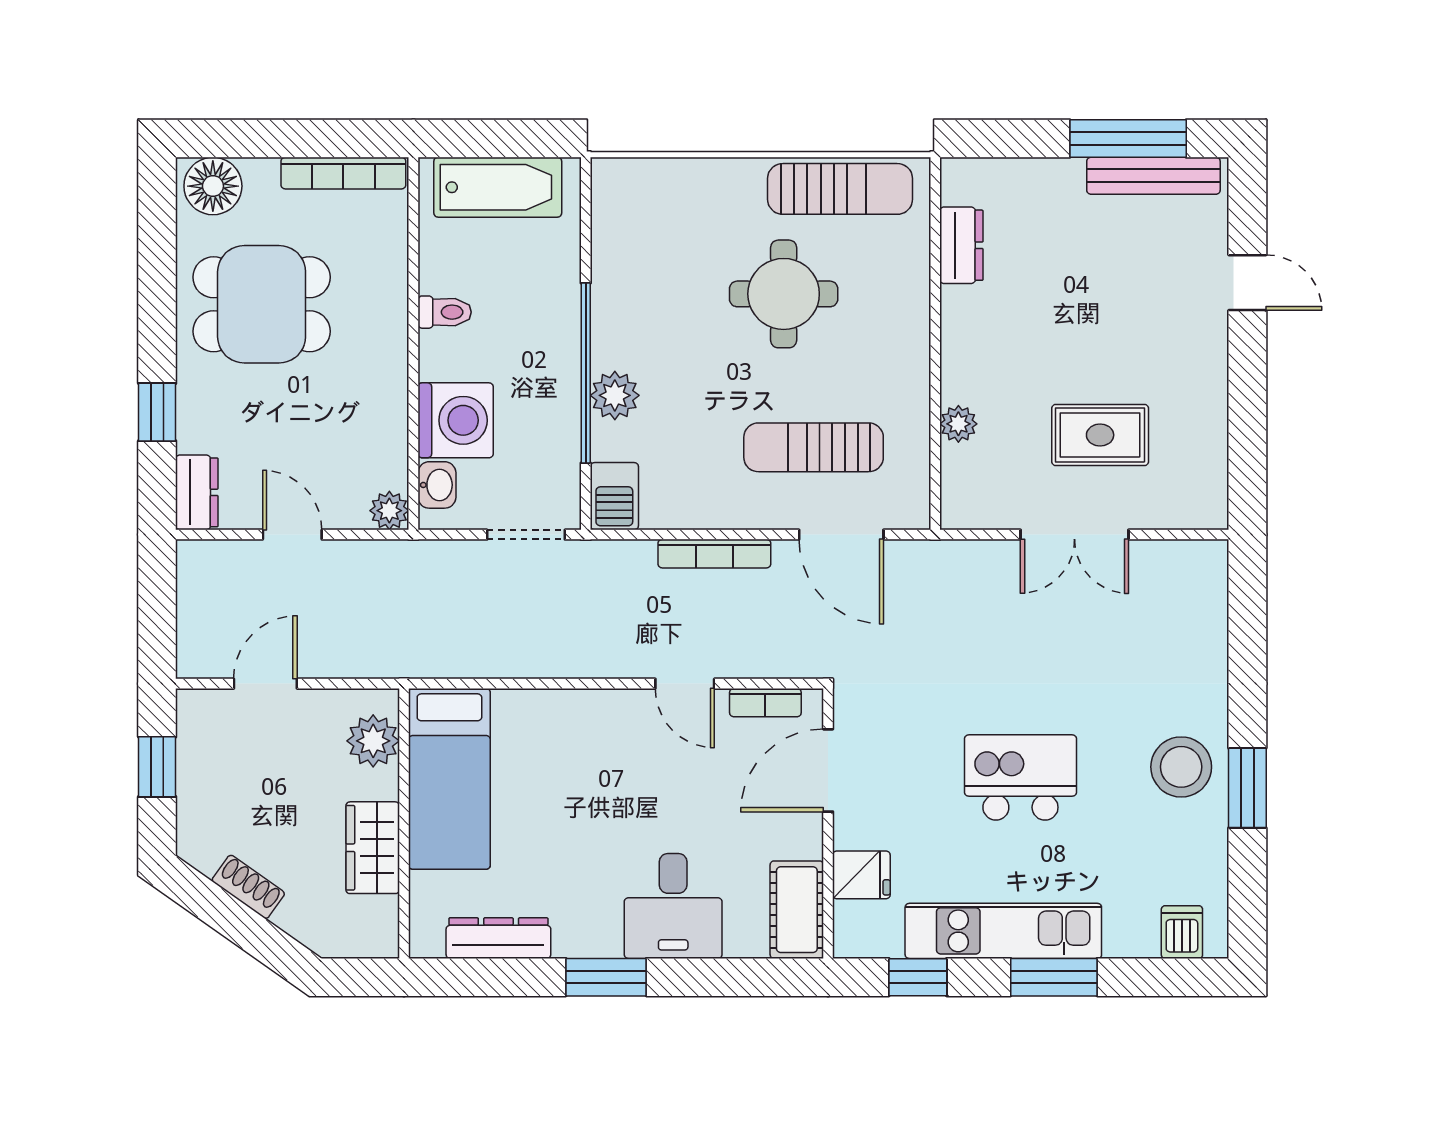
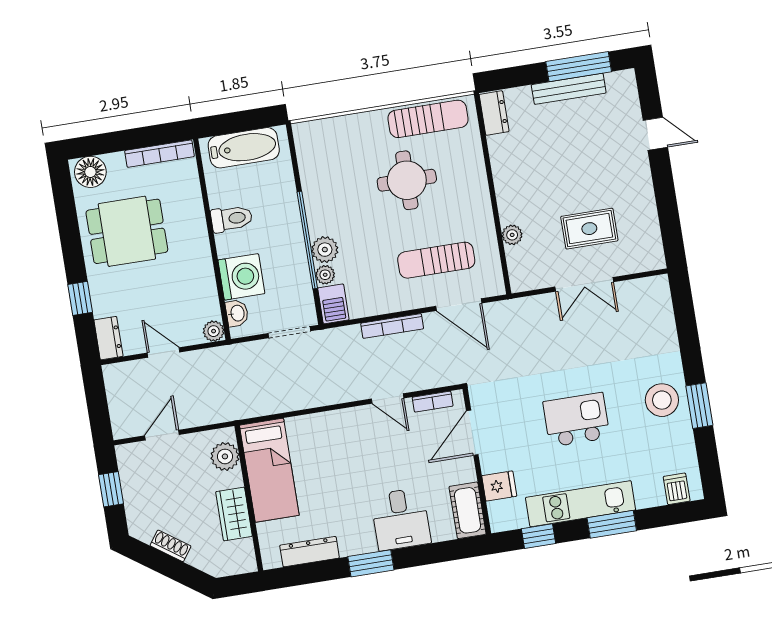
bench: (1153, 176) -> (569, 89), moved
dresser: (961, 245) -> (494, 113), moved
toilet: (445, 312) -> (232, 219), width x1.37, depth x1.39
plant: (608, 441) -> (325, 275), added

